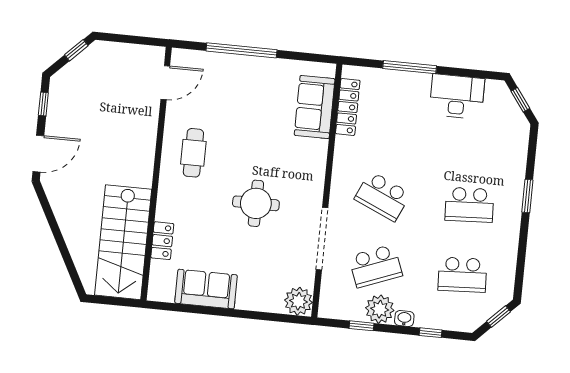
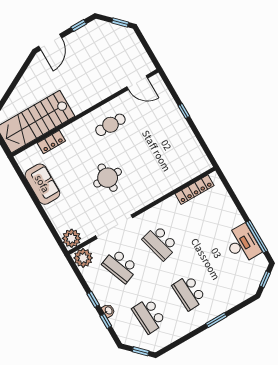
window: (242, 50) -> (184, 111), width x0.32
window: (410, 67) -> (257, 237), moved
sofa: (315, 107) -> (182, 172), removed
door: (38, 154) -> (50, 42), hinge flipped
school desk: (382, 196) -> (160, 243), turned -39
plant: (380, 309) -> (83, 258), moved
washbasin: (404, 319) -> (108, 311), moved
window: (361, 326) -> (93, 299), moved

